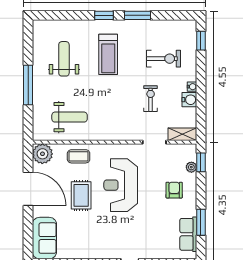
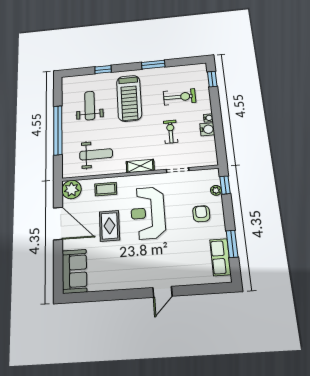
window: (104, 15) -> (103, 70), moved
treadmill: (108, 54) -> (129, 98), width x1.37, depth x1.38
window: (28, 85) -> (58, 130), width x1.46
shelving: (182, 134) -> (140, 166), moved

